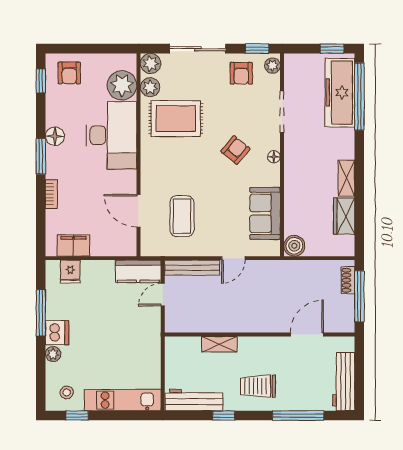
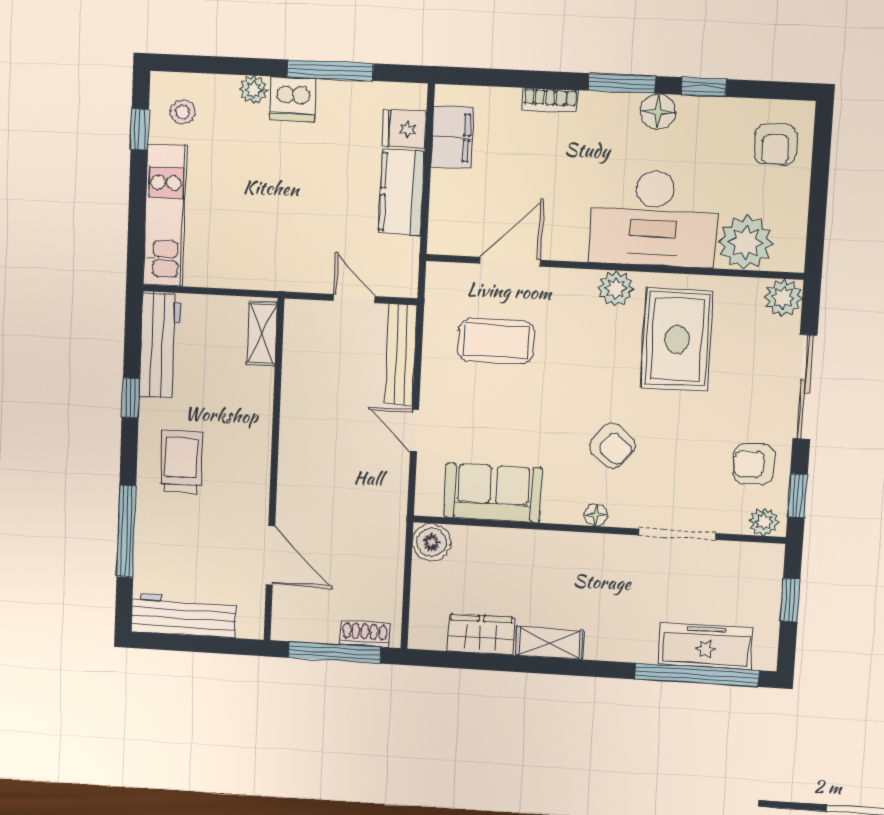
window: (332, 49) -> (790, 600), moved
armchair: (69, 73) -> (776, 144), turned -90
window: (41, 81) -> (704, 87), moved
plant: (150, 87) -> (616, 288), moved
freezer: (340, 93) -> (706, 646), width x0.73, depth x0.79
kitchen counter: (138, 271) -> (402, 192), moved
shelving: (219, 344) -> (262, 334), moved

